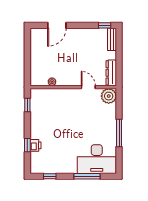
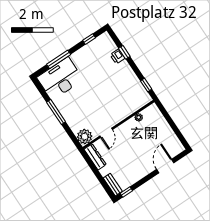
door: (88, 87) -> (106, 133), hinge flipped

